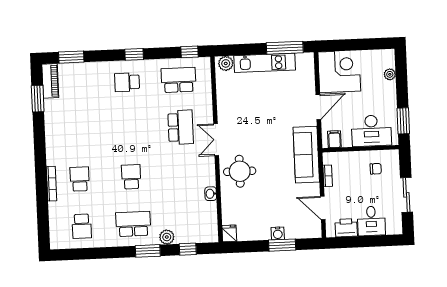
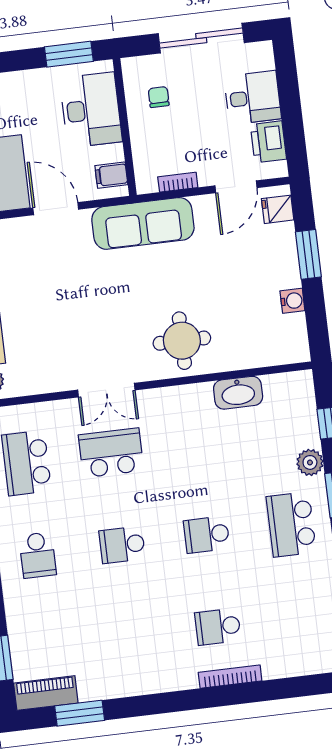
double door: (216, 140) -> (106, 390), moved
washbasin: (211, 194) -> (238, 393), width x1.91, depth x1.45
sliding door: (406, 195) -> (201, 38), width x1.37
school desk: (82, 226) -> (122, 545), moved, turned 180
fridge: (229, 233) -> (278, 209), moved
water cooler: (278, 233) -> (292, 301), moved

